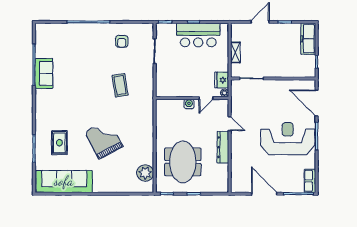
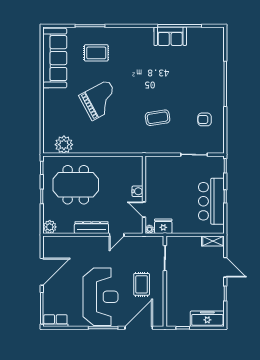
shelving: (235, 52) -> (213, 241), moved
rug: (276, 100) -> (142, 284), added
plant: (222, 186) -> (50, 227), added

